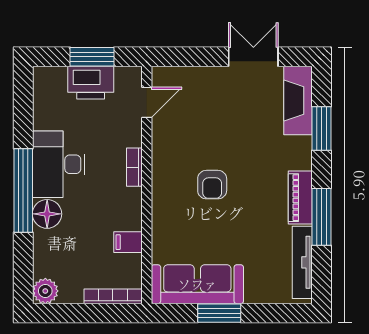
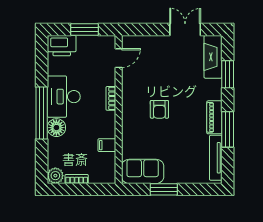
printer: (91, 83) -> (62, 46), moved
sofa: (197, 284) -> (143, 171), width x0.73
bookcase: (113, 296) -> (77, 179), moved, width x0.64

